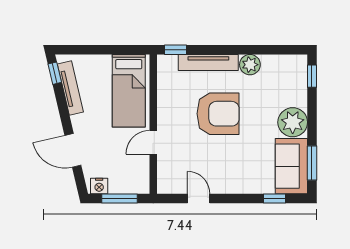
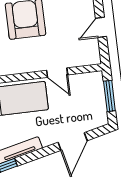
nightstand: (99, 186) -> (101, 115), removed

